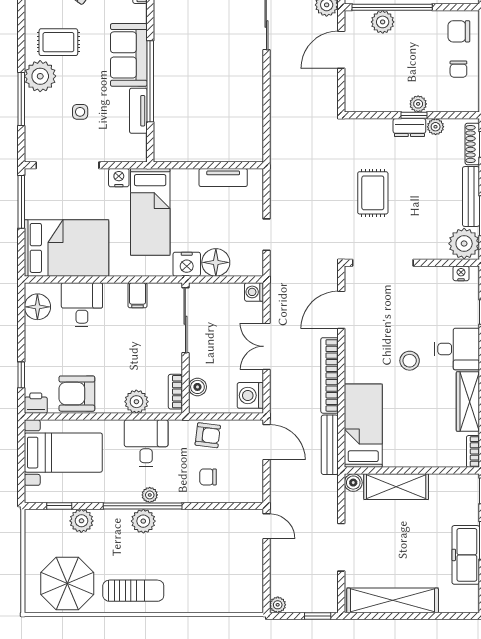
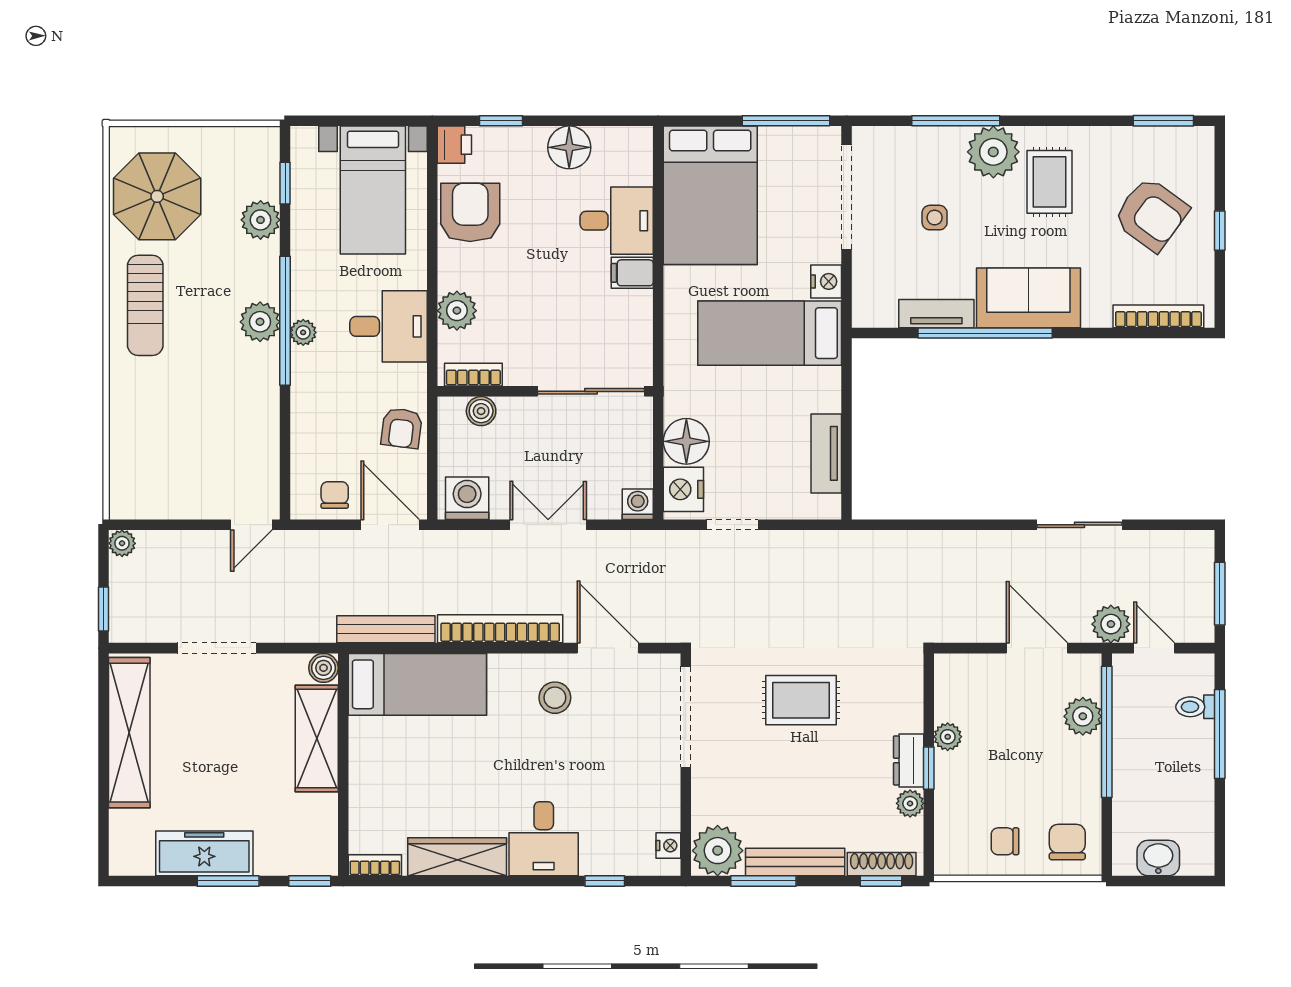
plant: (418, 104) -> (948, 737), moved
nightstand: (187, 264) -> (683, 489), moved
filing cabinet: (138, 295) -> (632, 273), moved
floor lamp: (37, 307) -> (569, 147), moved
stool: (410, 361) -> (555, 698), moved
door: (266, 442) -> (390, 525), swing flipped
chair: (208, 477) -> (335, 495), moved

